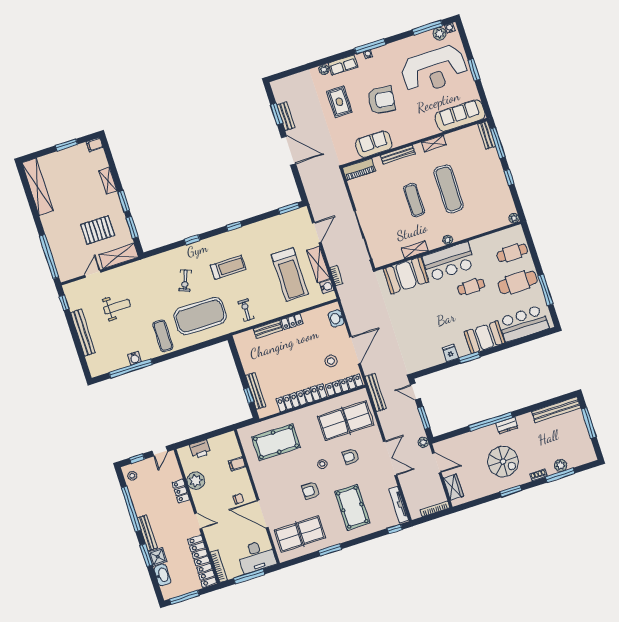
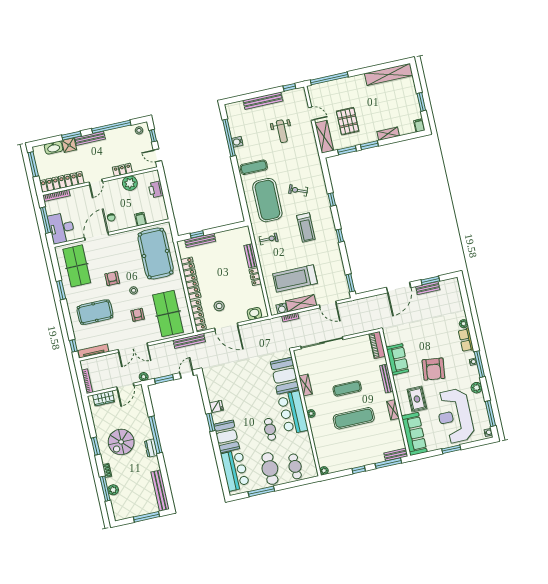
plant: (440, 34) -> (477, 388), moved
rug: (339, 102) -> (417, 399), moved, turned 90
pool table: (276, 442) -> (156, 253), width x1.36, depth x1.32

